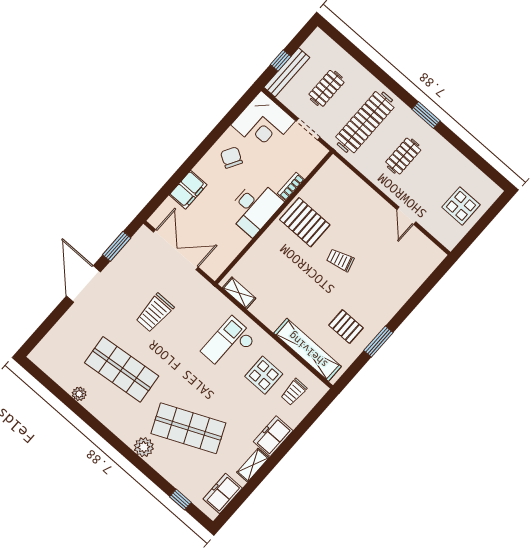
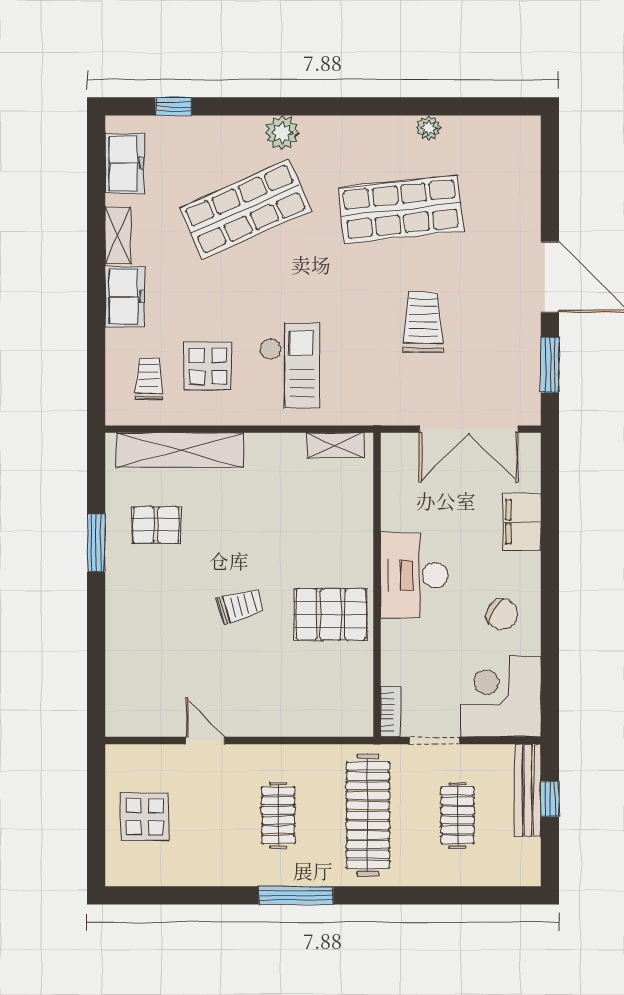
window: (426, 115) -> (296, 895), width x1.44
bookcase: (291, 186) -> (391, 712), moved

